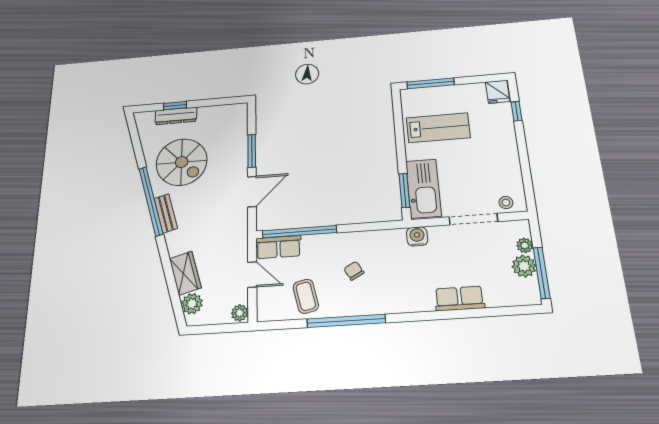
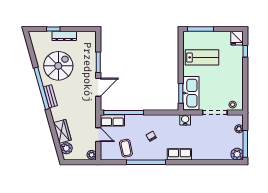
dresser: (176, 116) -> (64, 36), moved
spiral stairs: (182, 162) -> (58, 66), turned -90
plant: (524, 266) -> (237, 154), moved
row of seats: (459, 298) -> (179, 154), moved

